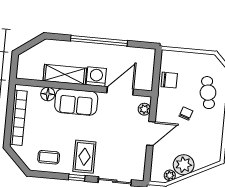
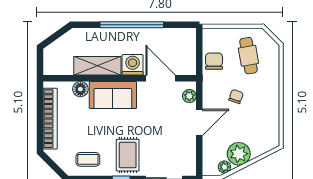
chair: (169, 80) -> (214, 61), turned -90
door: (120, 91) -> (161, 78), hinge flipped
cafe table: (208, 93) -> (248, 56), moved

